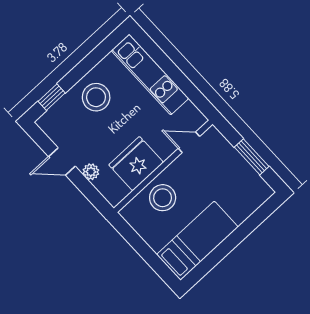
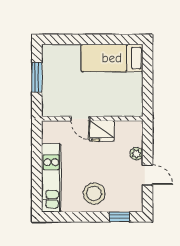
door: (189, 142) -> (80, 119), moved
fridge: (136, 164) -> (102, 131), width x0.73, depth x0.75
stool: (163, 198) -> (109, 101), removed

